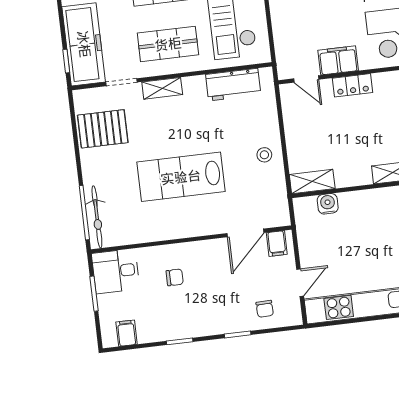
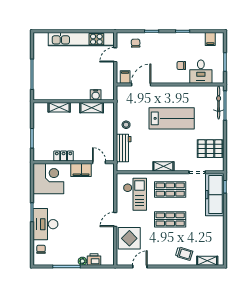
workbench: (233, 85) -> (124, 148), moved, turned 90
locker: (352, 85) -> (64, 156), moved
shelving: (162, 88) -> (163, 166), moved
shelving: (312, 182) -> (92, 108), moved
desk: (116, 271) -> (201, 72), moved, turned 90

